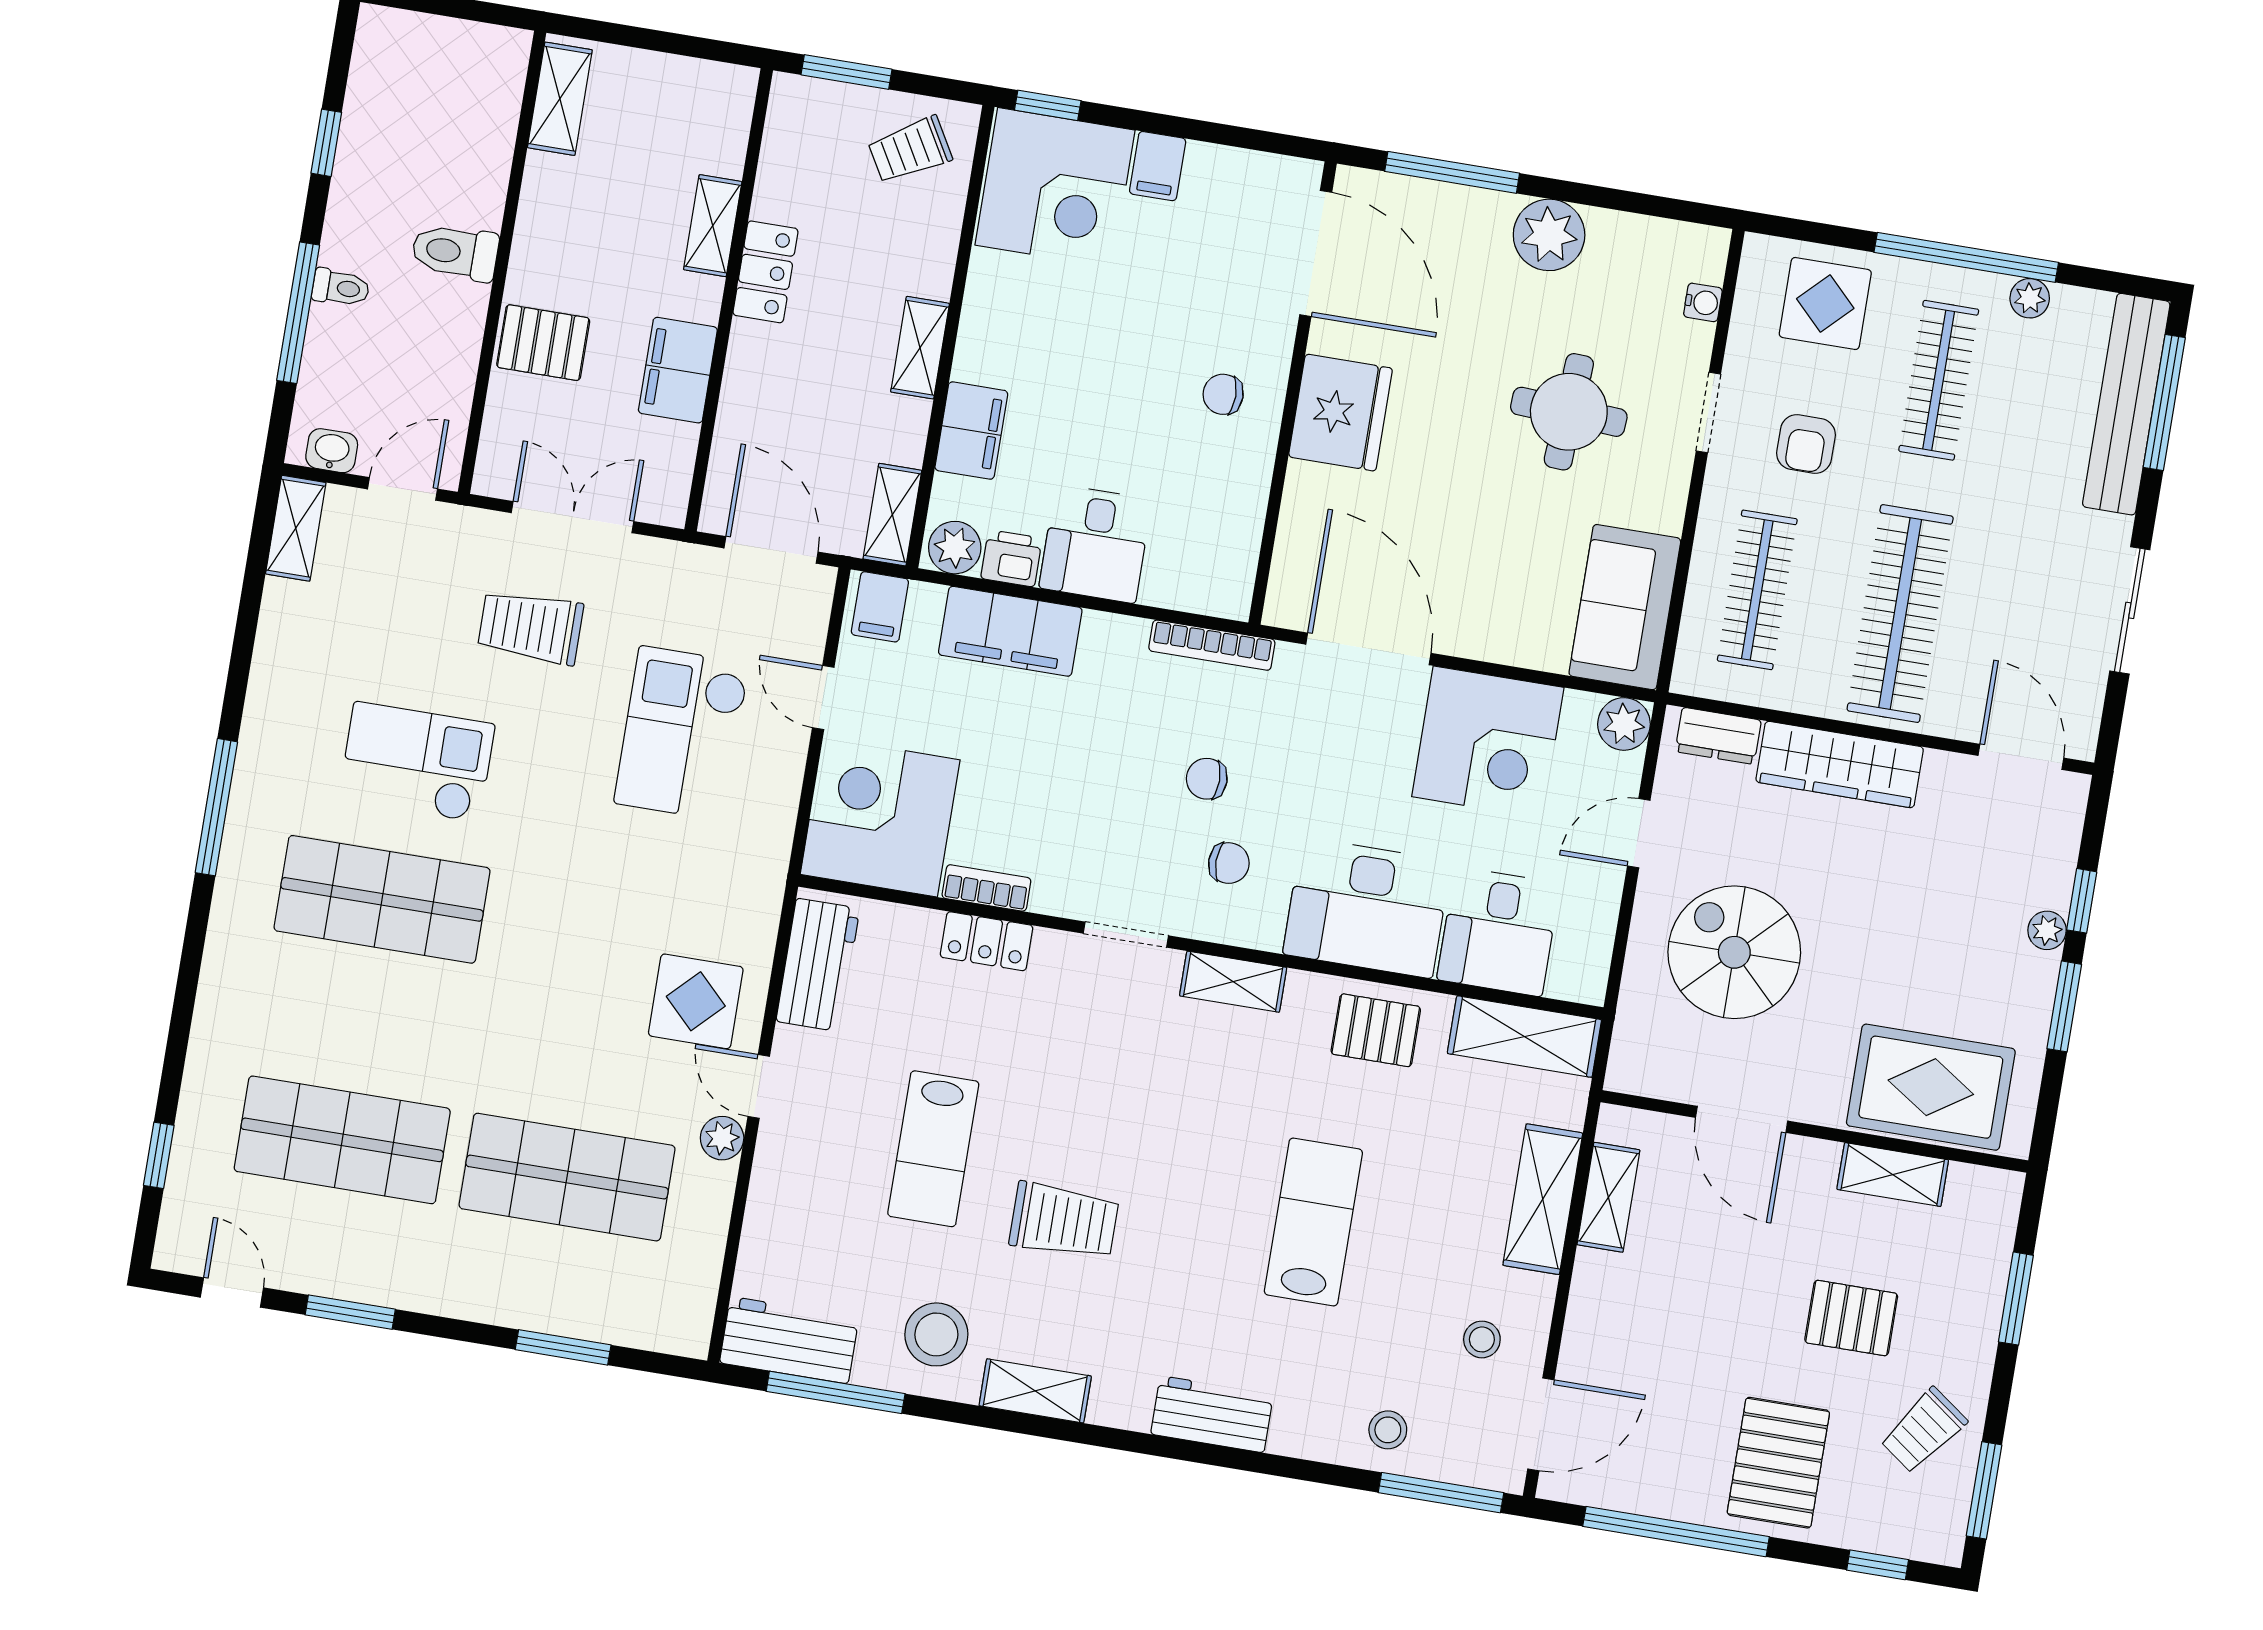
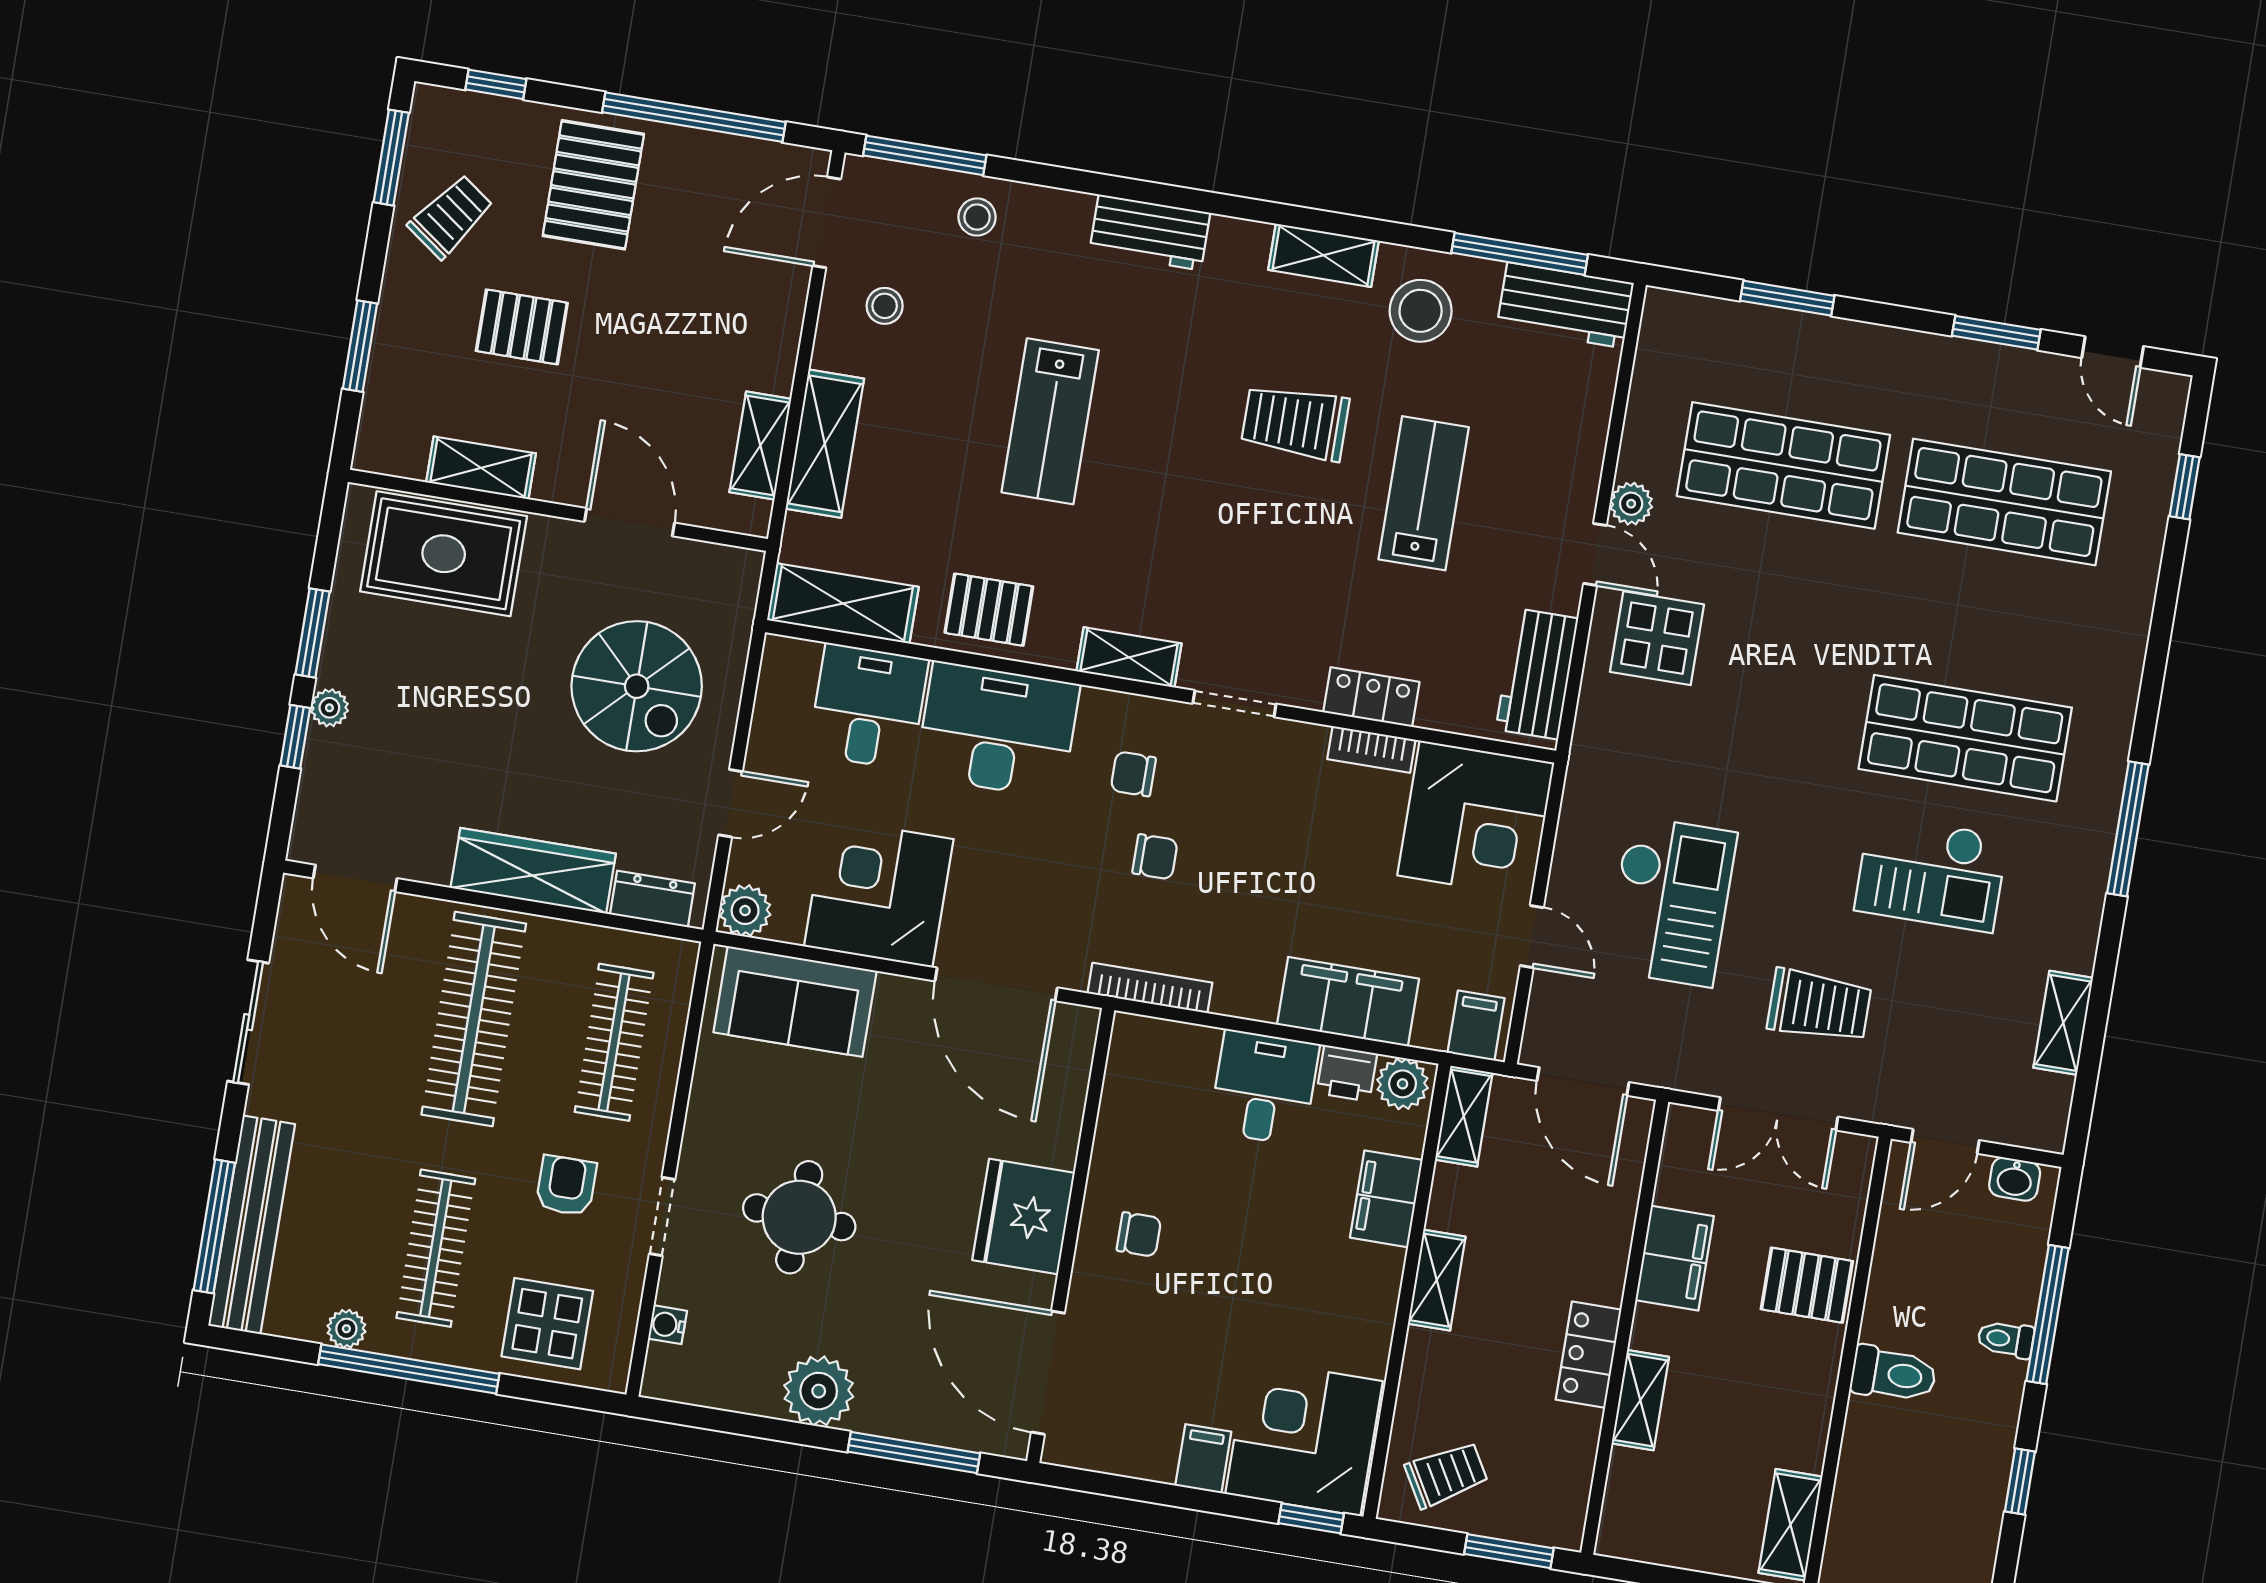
shelving: (296, 528) -> (2063, 1023), moved
sofa: (1625, 607) -> (795, 1002), moved, turned 90

